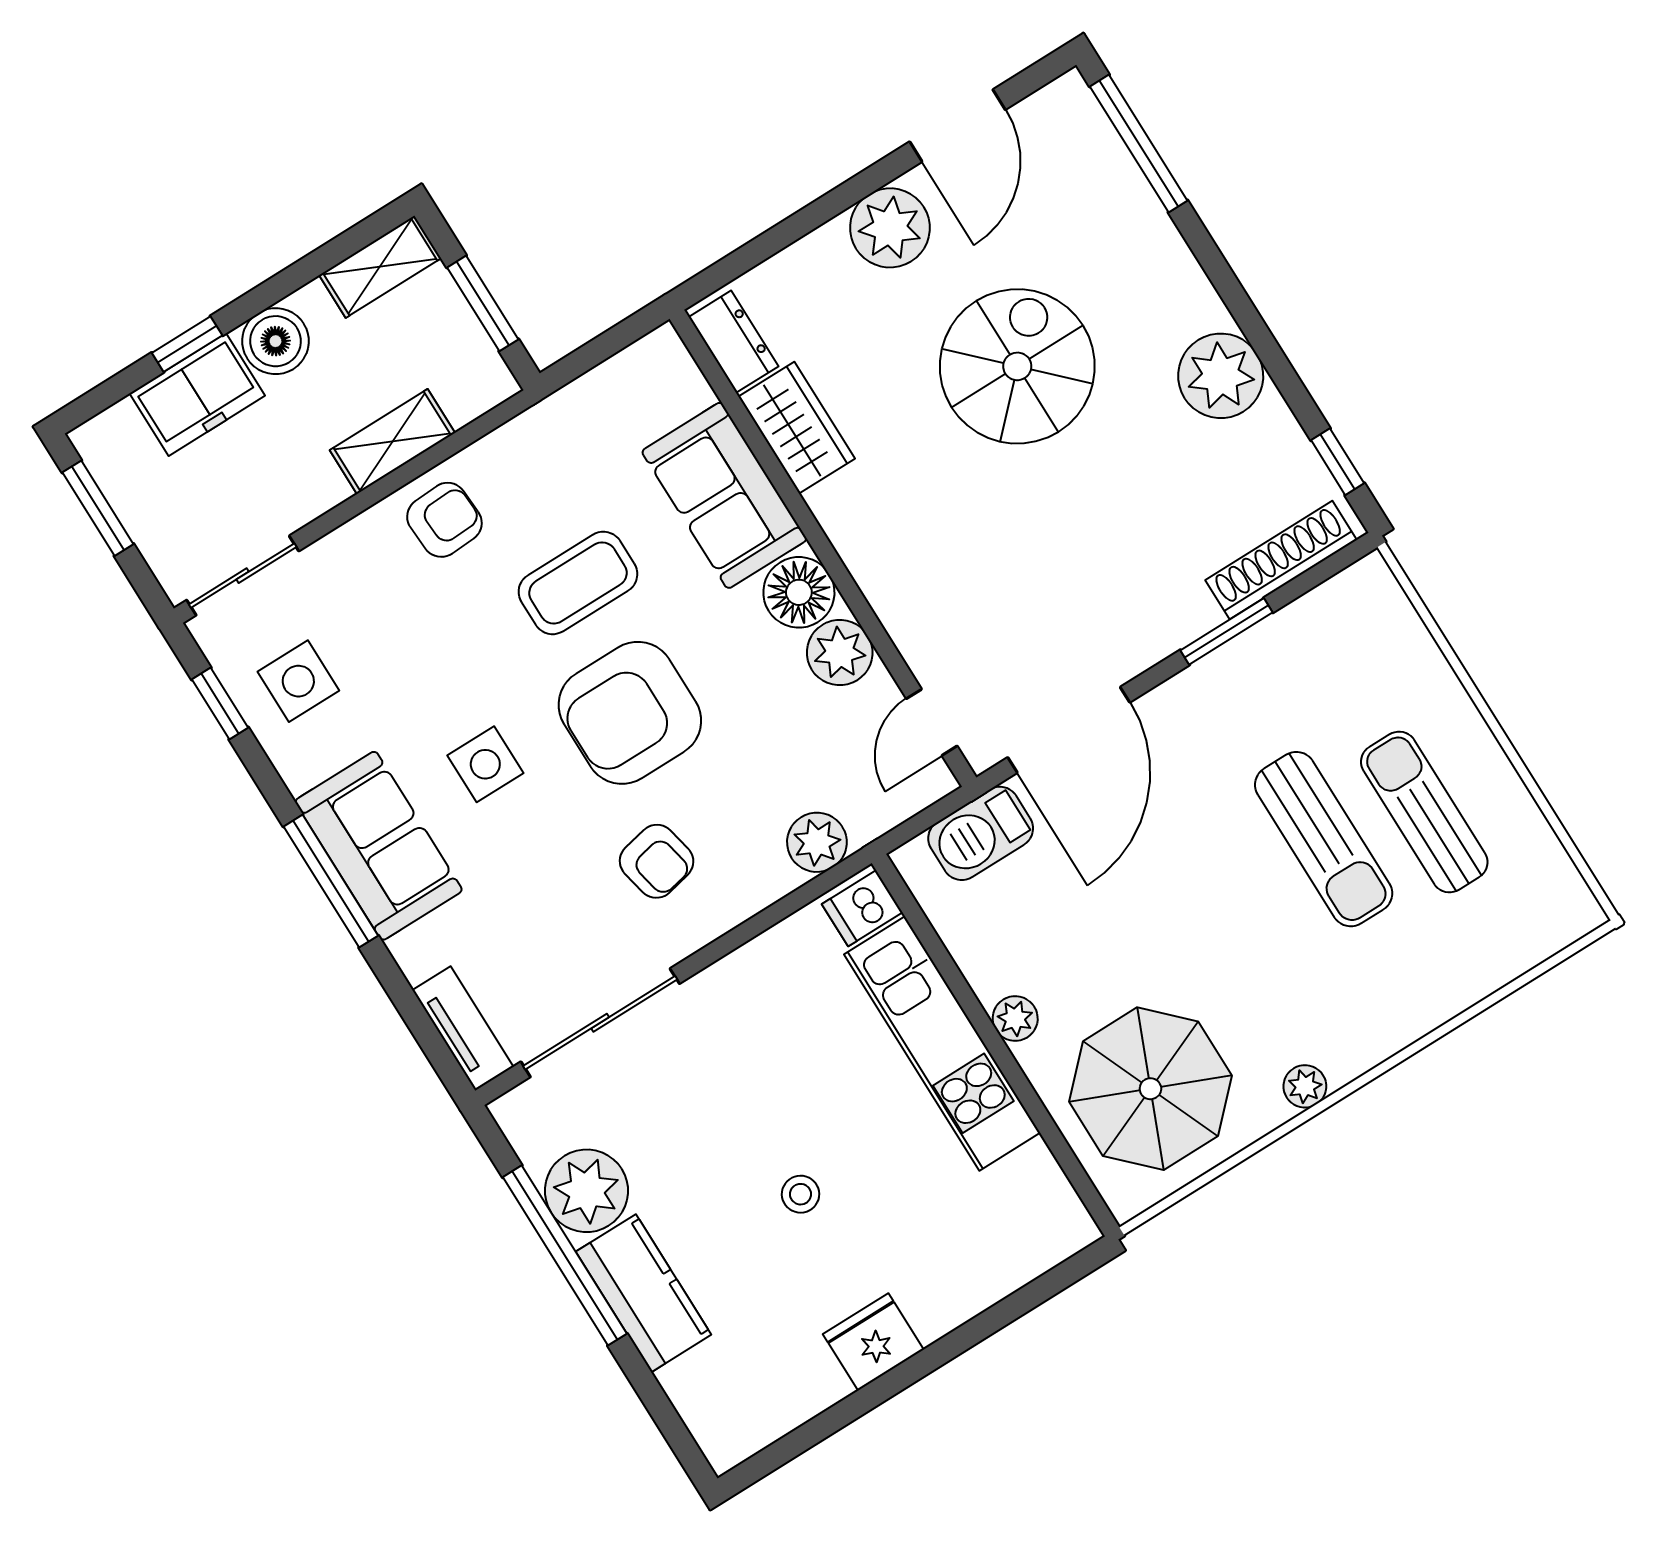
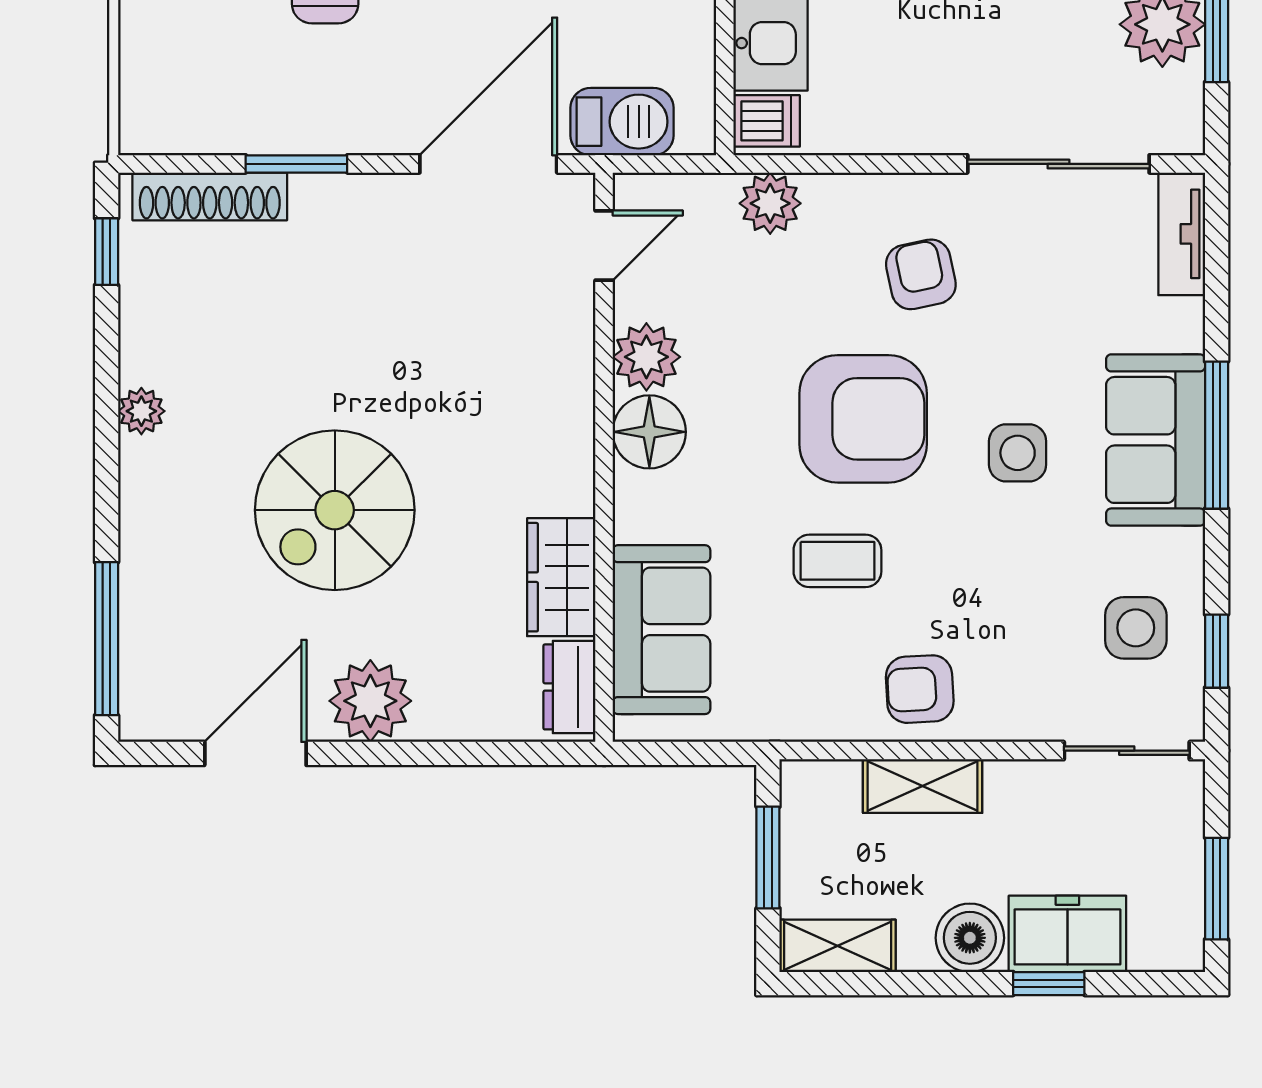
plant: (1221, 376) -> (141, 411), width x0.53, depth x0.53
sofa: (724, 495) -> (661, 630), moved
coffee table: (578, 583) -> (837, 561), width x0.73, depth x0.77

